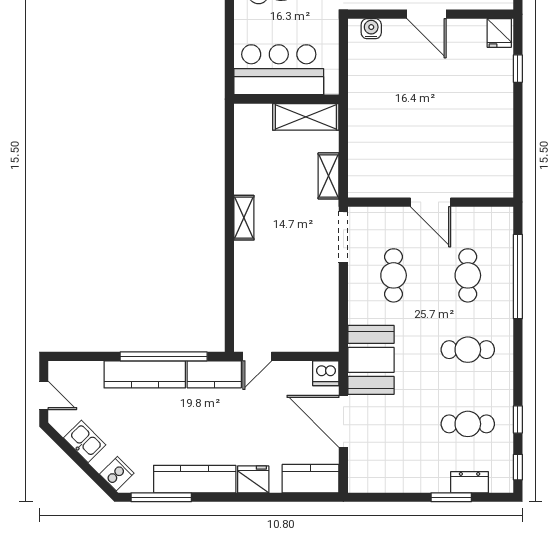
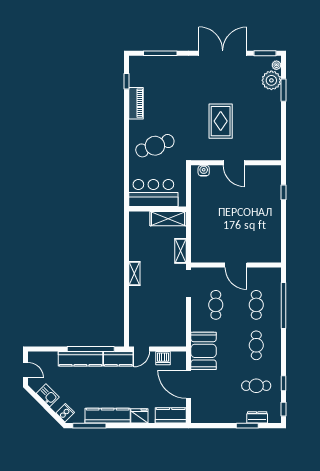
fridge: (499, 33) -> (273, 173), removed
cafe table: (468, 350) -> (256, 345), turned 90
dishwasher: (326, 373) -> (163, 358), moved

